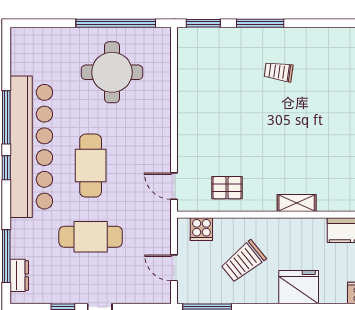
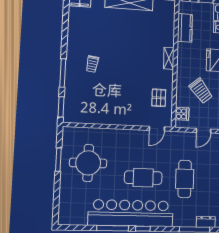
window: (116, 23) -> (58, 160), width x0.47

